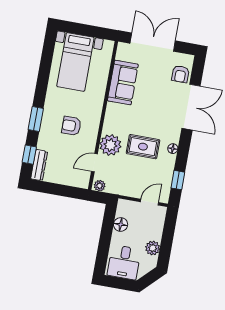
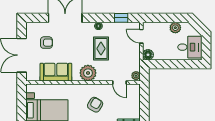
armchair: (180, 74) -> (46, 43), moved
armchair: (71, 126) -> (95, 105), turned -150
plant: (110, 145) -> (88, 73), moved
floor lamp: (121, 224) -> (148, 55), moved

